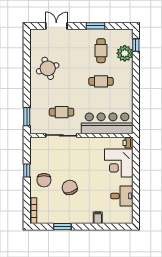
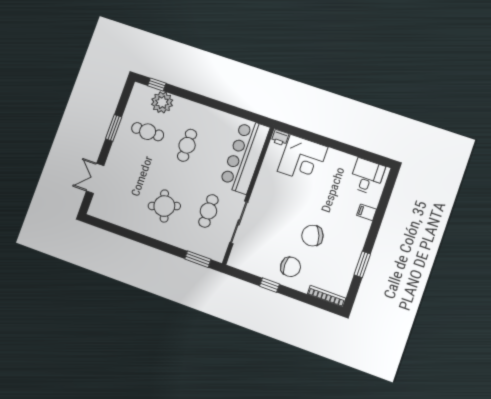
round table: (48, 68) -> (164, 206), moved
desk: (122, 196) -> (367, 176), moved

